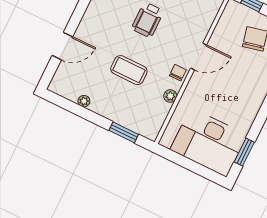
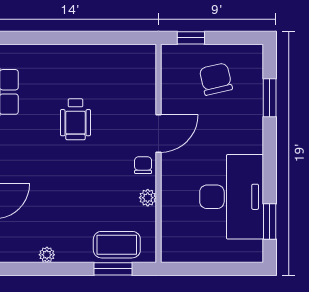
coffee table: (129, 70) -> (117, 245), moved
desk: (209, 142) -> (232, 197), moved, turned -90

